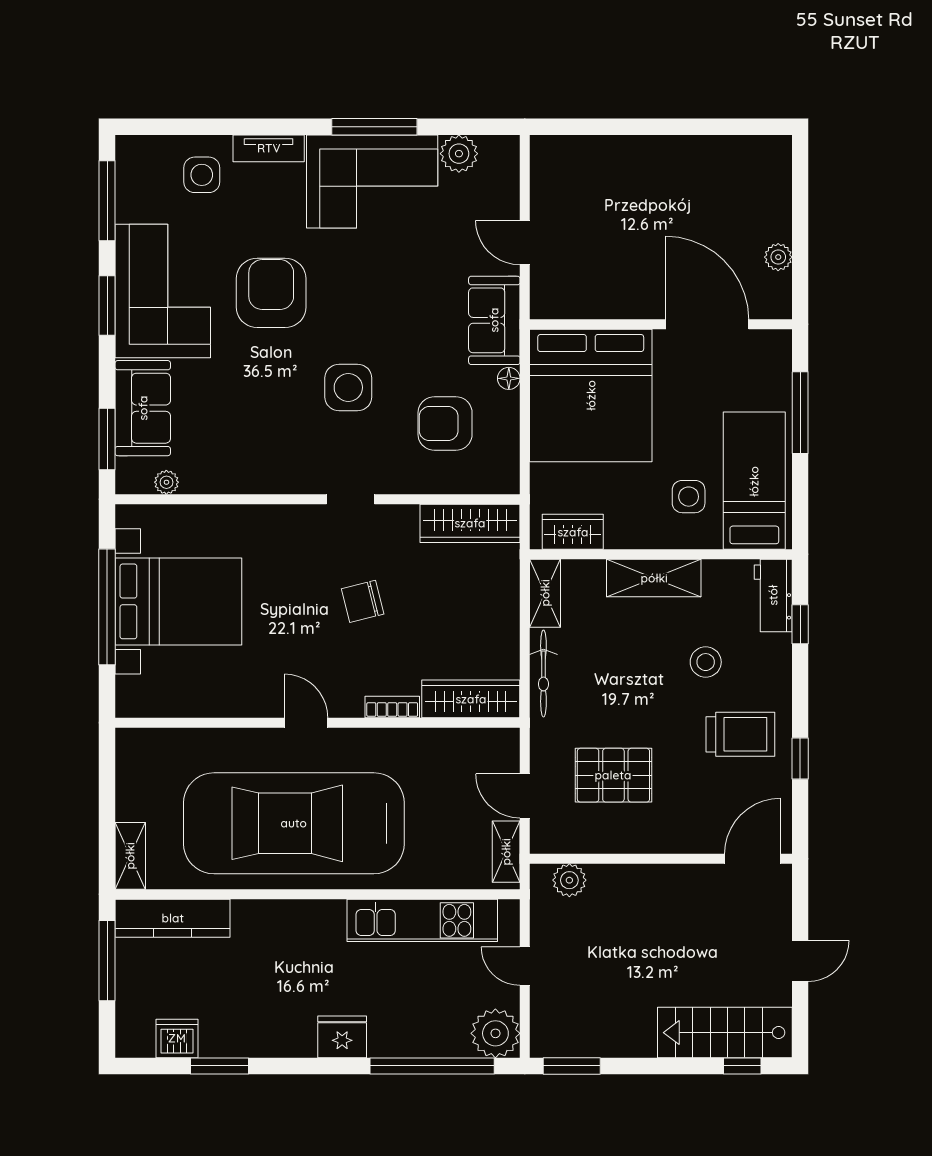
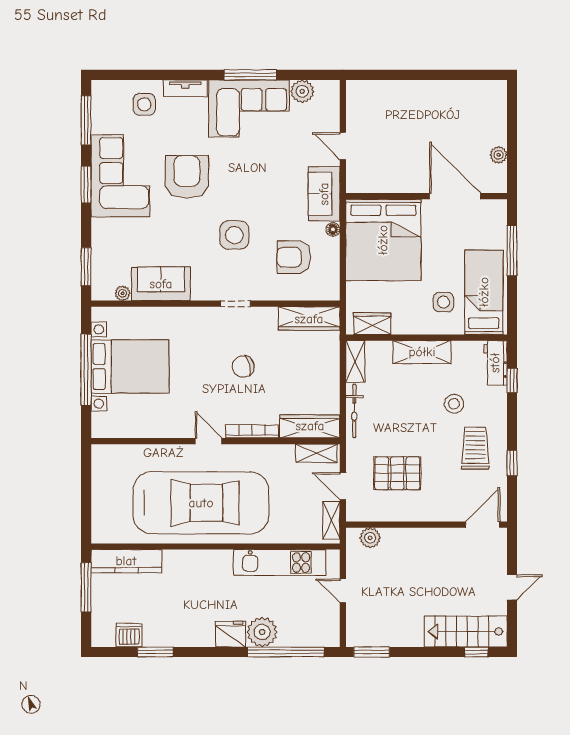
sofa: (143, 408) -> (161, 284), moved, turned -90
bookcase: (392, 707) -> (252, 431), width x1.56
trolley: (740, 734) -> (475, 448), turned -90
car: (294, 823) -> (201, 503), turned 180
shelving: (130, 856) -> (316, 453), moved, turned 90
plant: (495, 1033) -> (262, 632), moved

